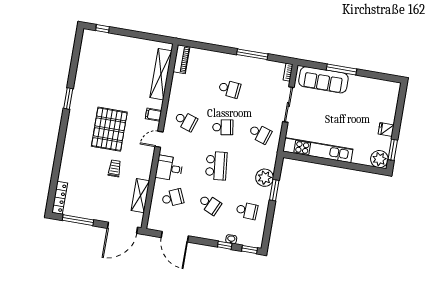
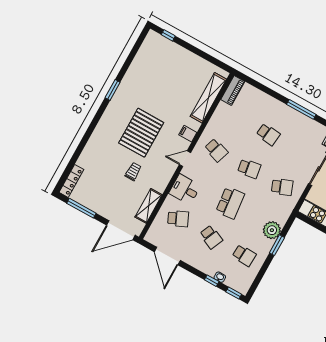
school desk: (260, 134) -> (282, 187), turned -39

